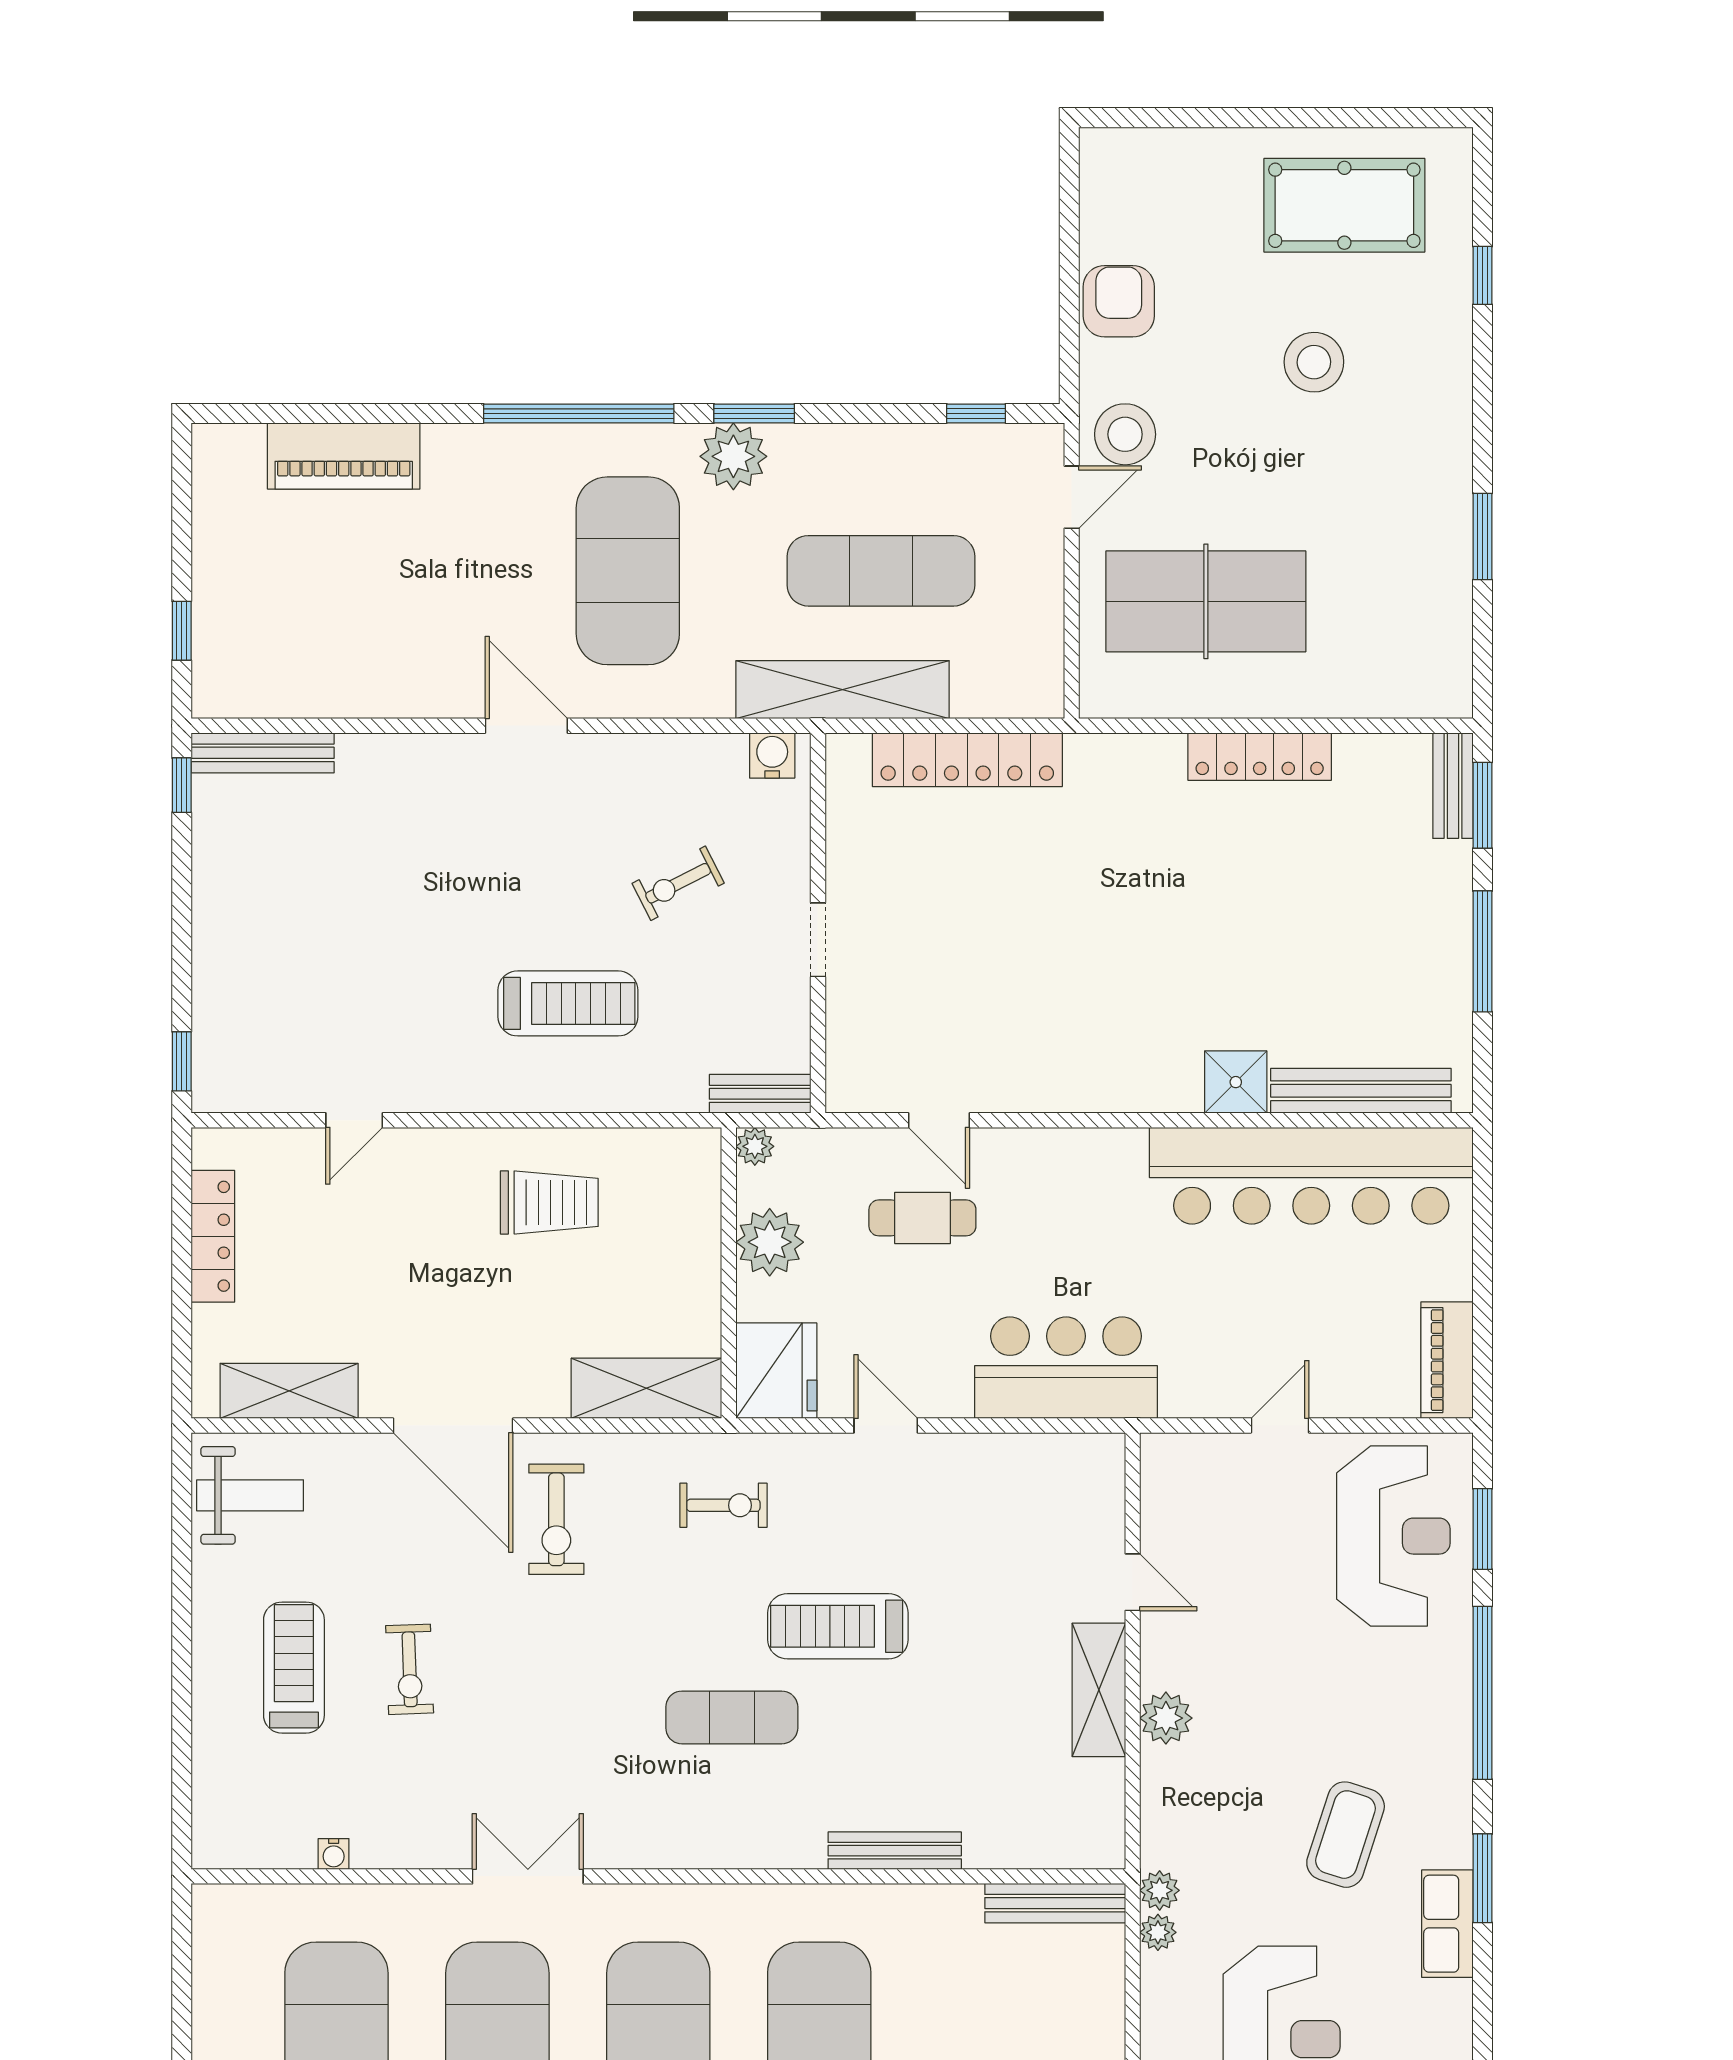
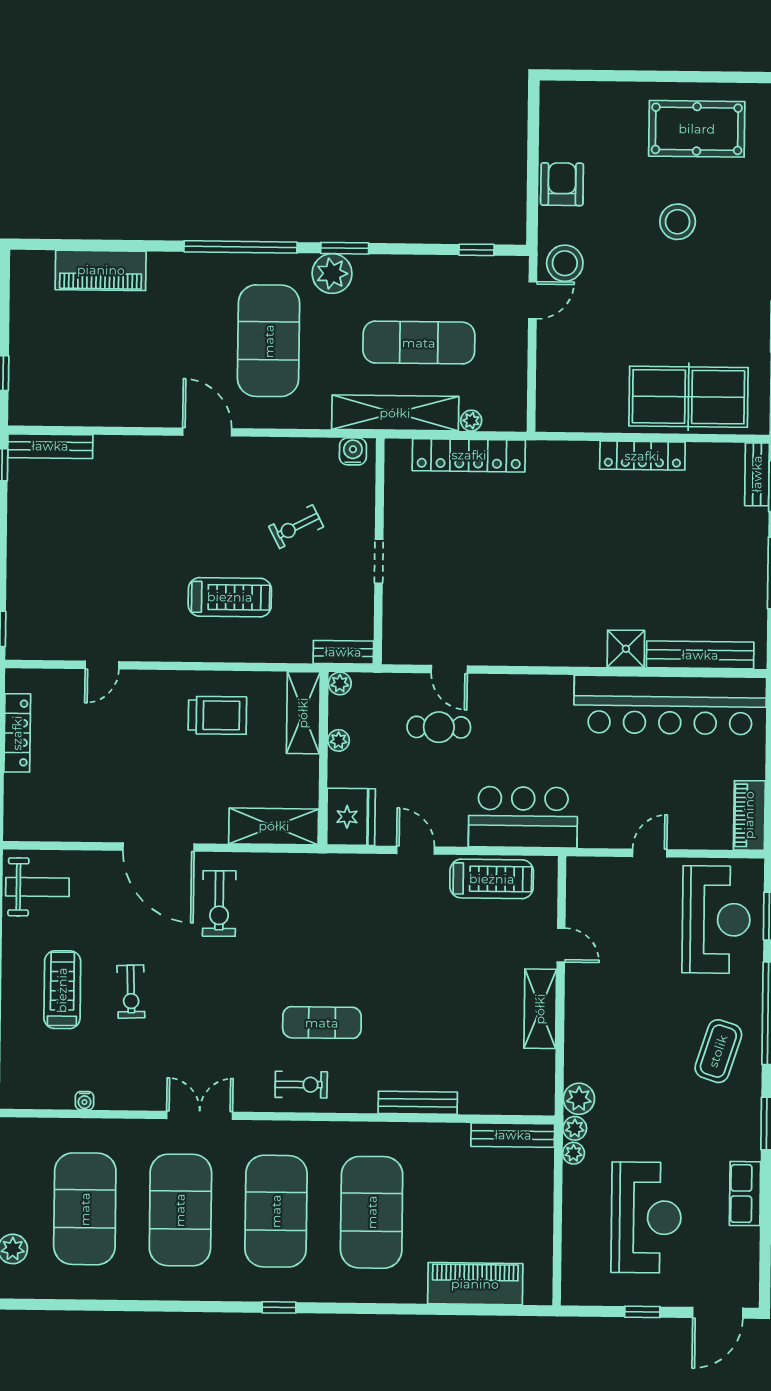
table tennis table: (1206, 601) -> (688, 397), moved
plant: (971, 701) -> (471, 421), added
plant: (770, 1242) -> (339, 740), width x0.53, depth x0.53
shelving: (289, 1391) -> (303, 713), moved, turned 90
exercise bike: (723, 1505) -> (301, 1085), moved
treadmill: (838, 1626) -> (492, 879), moved, turned 180
plant: (1166, 1718) -> (579, 1099), moved
coffee table: (1346, 1835) -> (718, 1051), moved
row of seats: (1447, 1924) -> (745, 1194), moved

